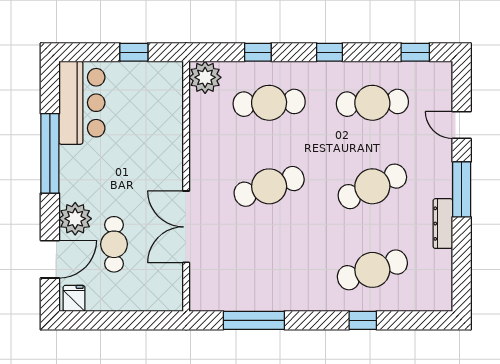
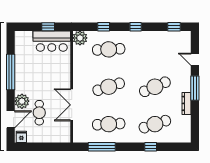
bar counter: (82, 103) -> (52, 41), moved, turned 90
cafe table: (372, 103) -> (109, 124), moved

